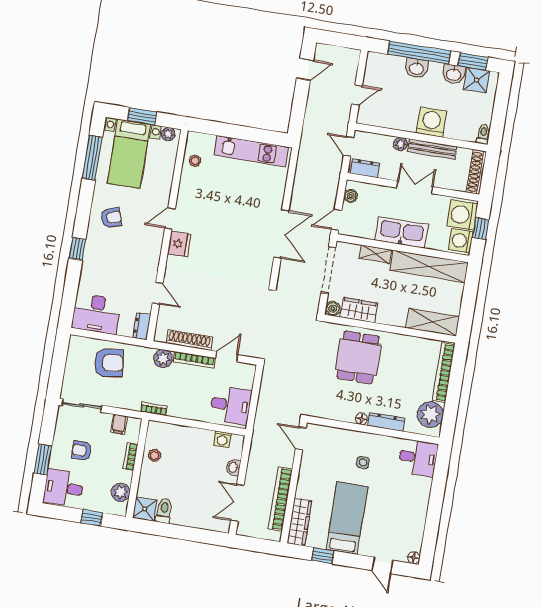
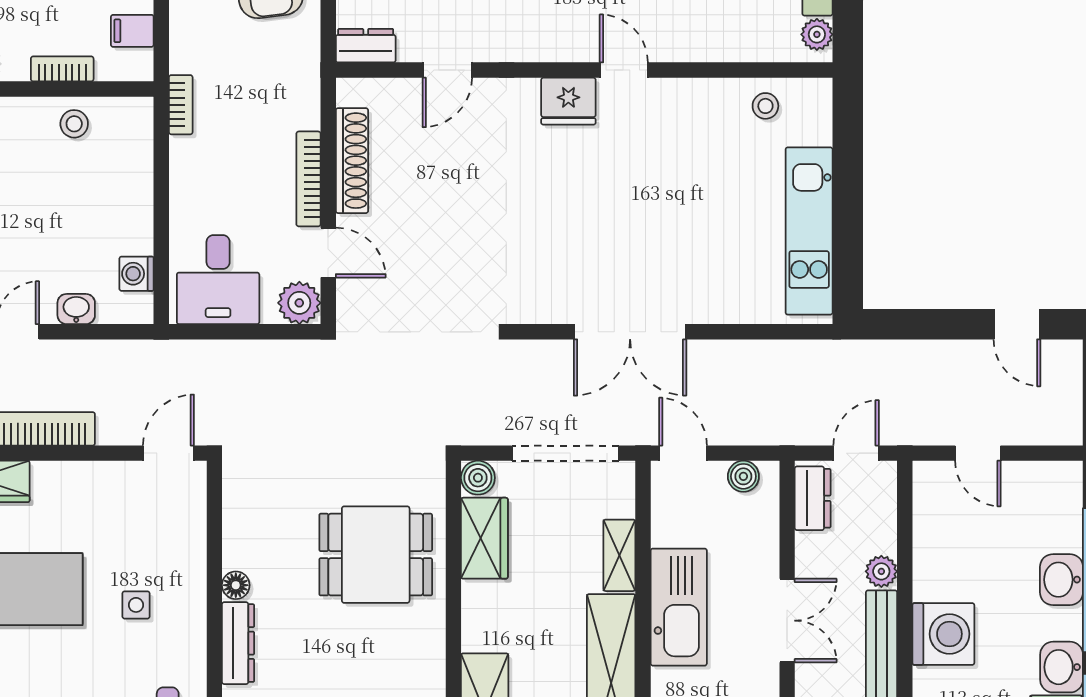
plant: (163, 359) -> (299, 303), moved

